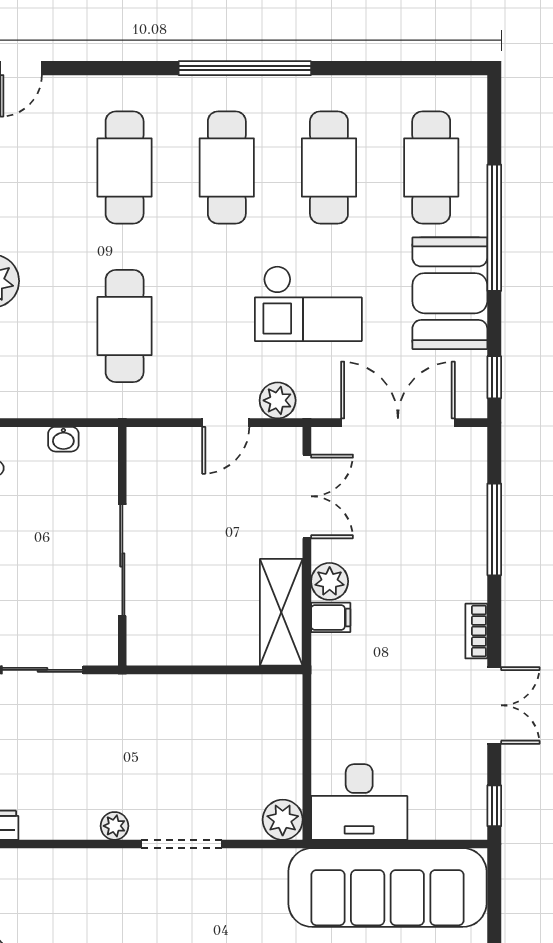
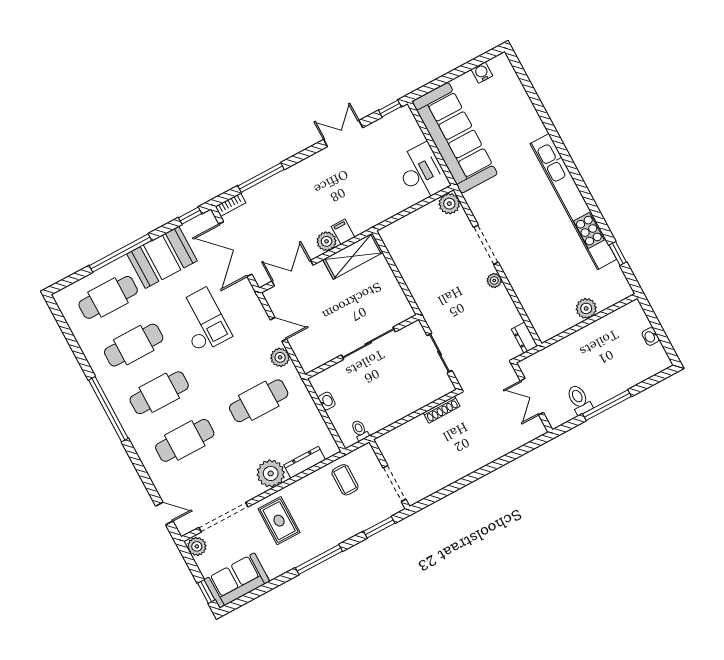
plant: (278, 400) -> (280, 357), moved
bookcase: (476, 631) -> (230, 205), moved

